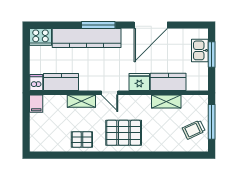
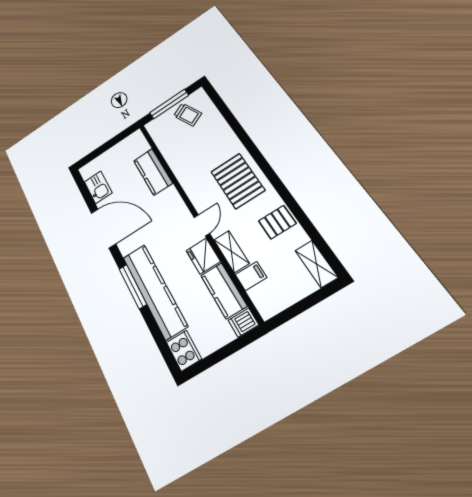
kitchen sink: (200, 50) -> (98, 187), moved, turned -90
window: (212, 54) -> (102, 149), removed
fridge: (139, 82) -> (203, 256), moved
shelving: (166, 101) -> (316, 264), moved
filing cabinet: (36, 104) -> (251, 276), moved
pallet: (82, 139) -> (277, 222), turned 90

